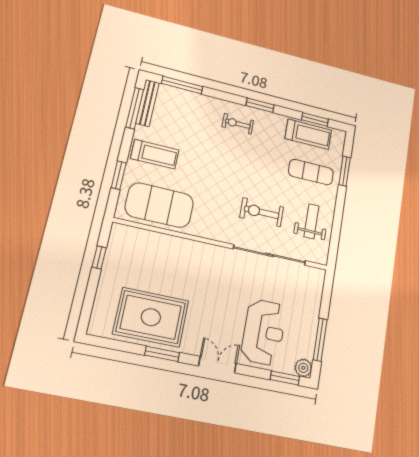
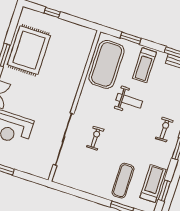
treadmill: (308, 134) -> (153, 183), turned 180
exercise bike: (262, 212) -> (95, 138), width x0.73, depth x0.72
weight bench: (311, 221) -> (129, 101), moved
window: (99, 257) -> (52, 12), moved

